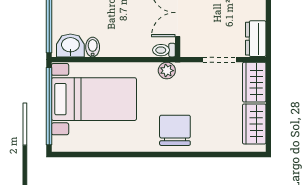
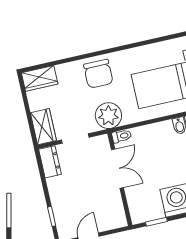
plant: (167, 71) -> (108, 116), width x1.87, depth x1.87
wardrobe: (254, 124) -> (40, 78), moved, turned 90

